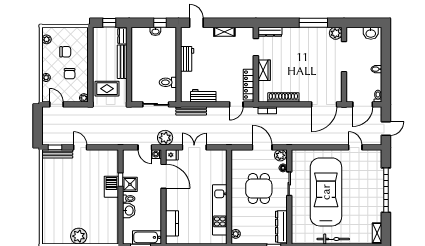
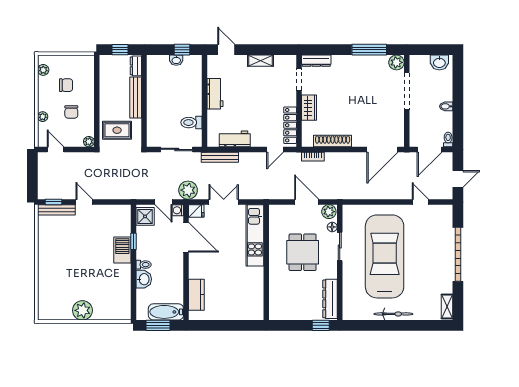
shower: (130, 184) -> (145, 216), moved
kitchen unit: (220, 210) -> (255, 235), moved
plant: (236, 234) -> (274, 308), removed

